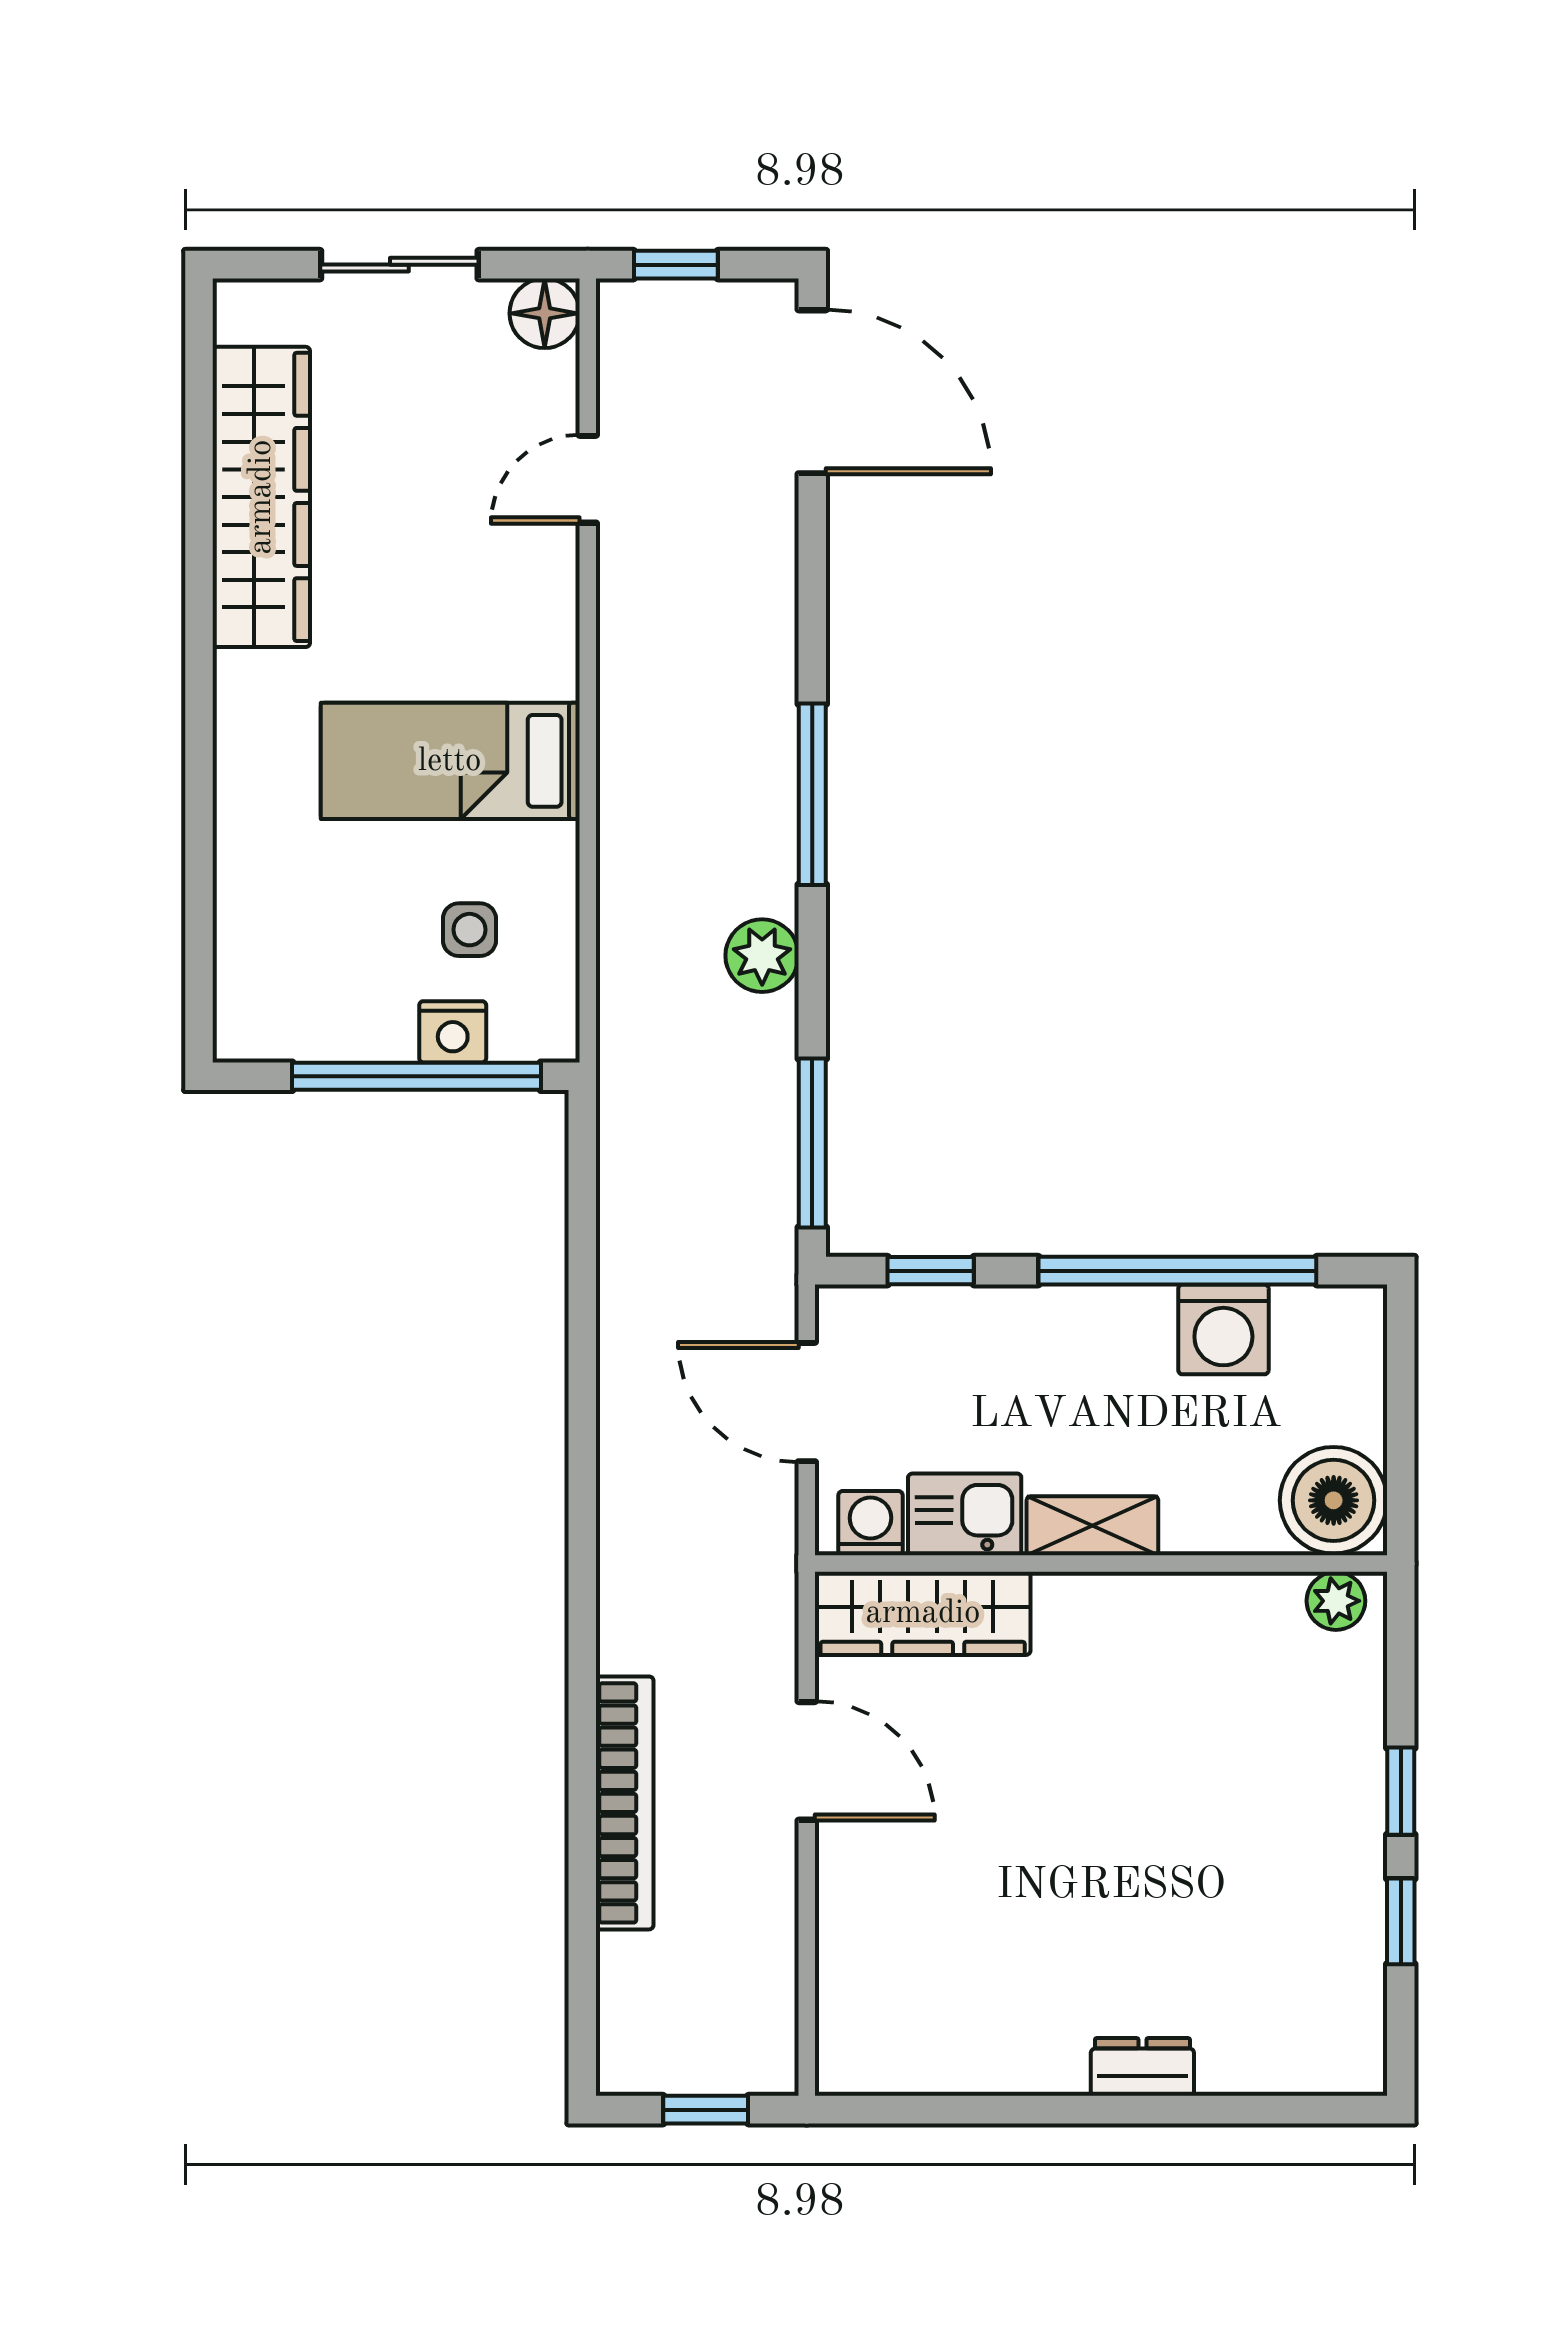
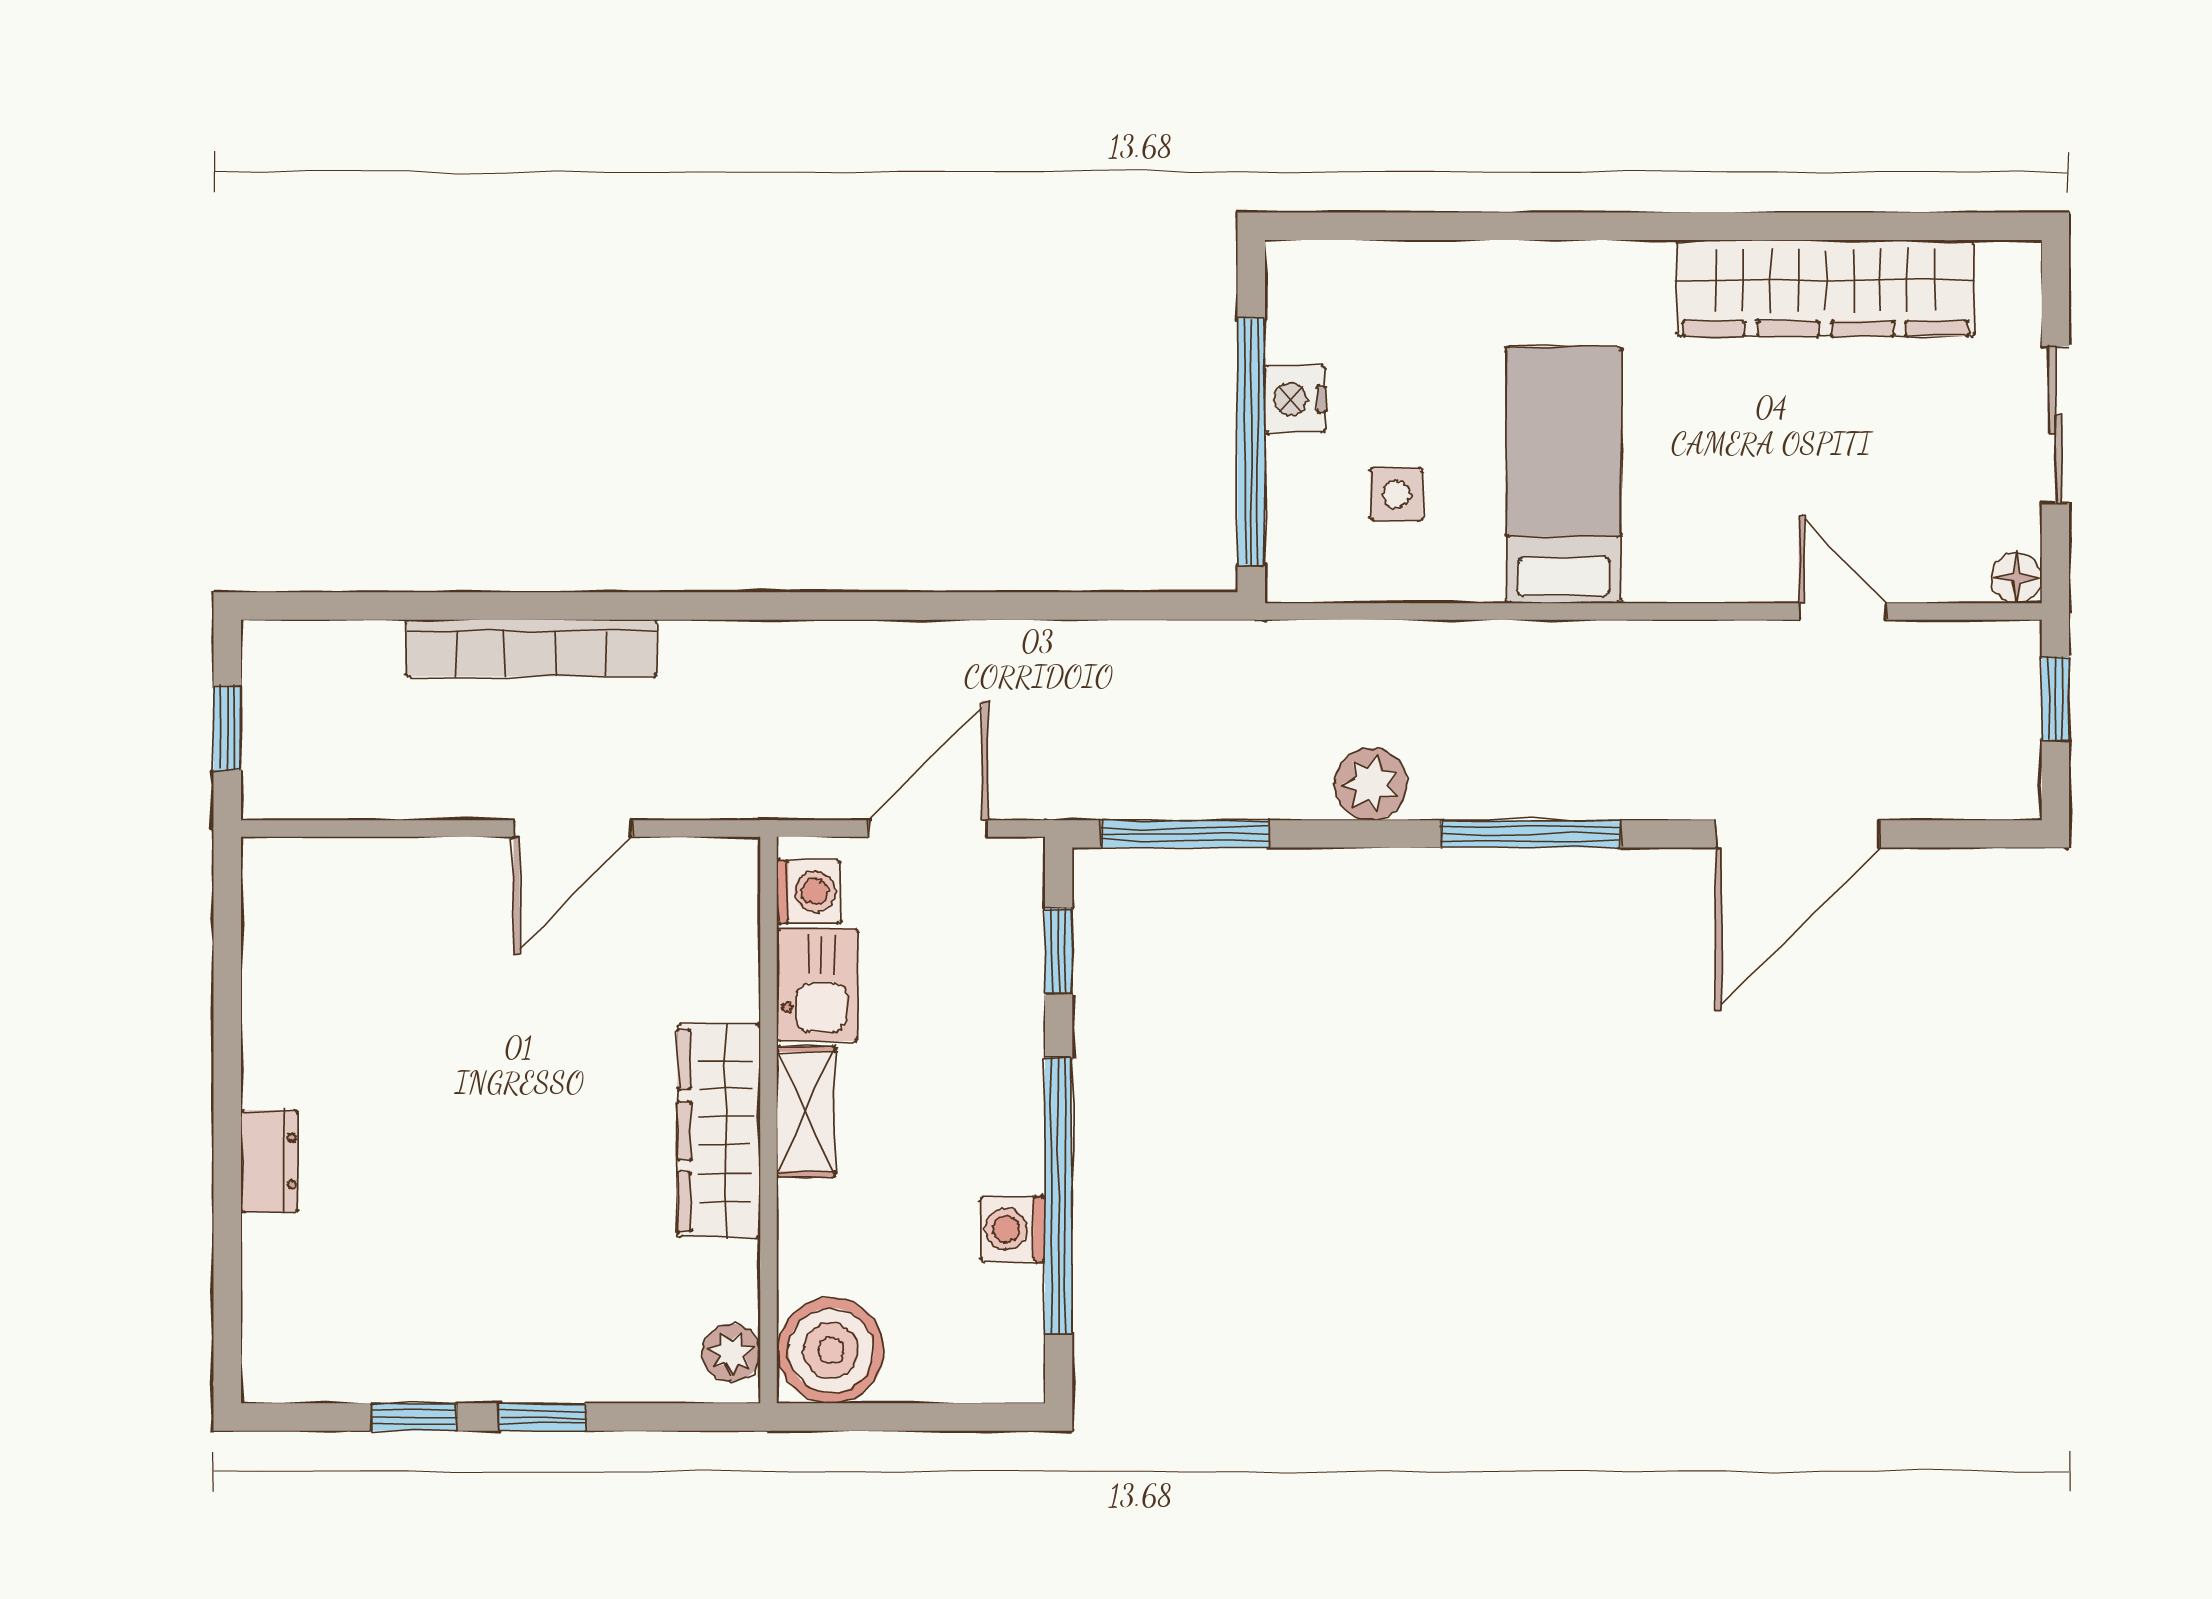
floor lamp: (545, 313) -> (2017, 578), width x0.73, depth x0.73
door: (812, 392) -> (1798, 834), moved
nightstand: (453, 1032) -> (1295, 399), moved
washing machine: (1223, 1329) -> (1013, 1229), width x0.73, depth x0.73
wardrobe: (923, 1613) -> (719, 1131), moved

